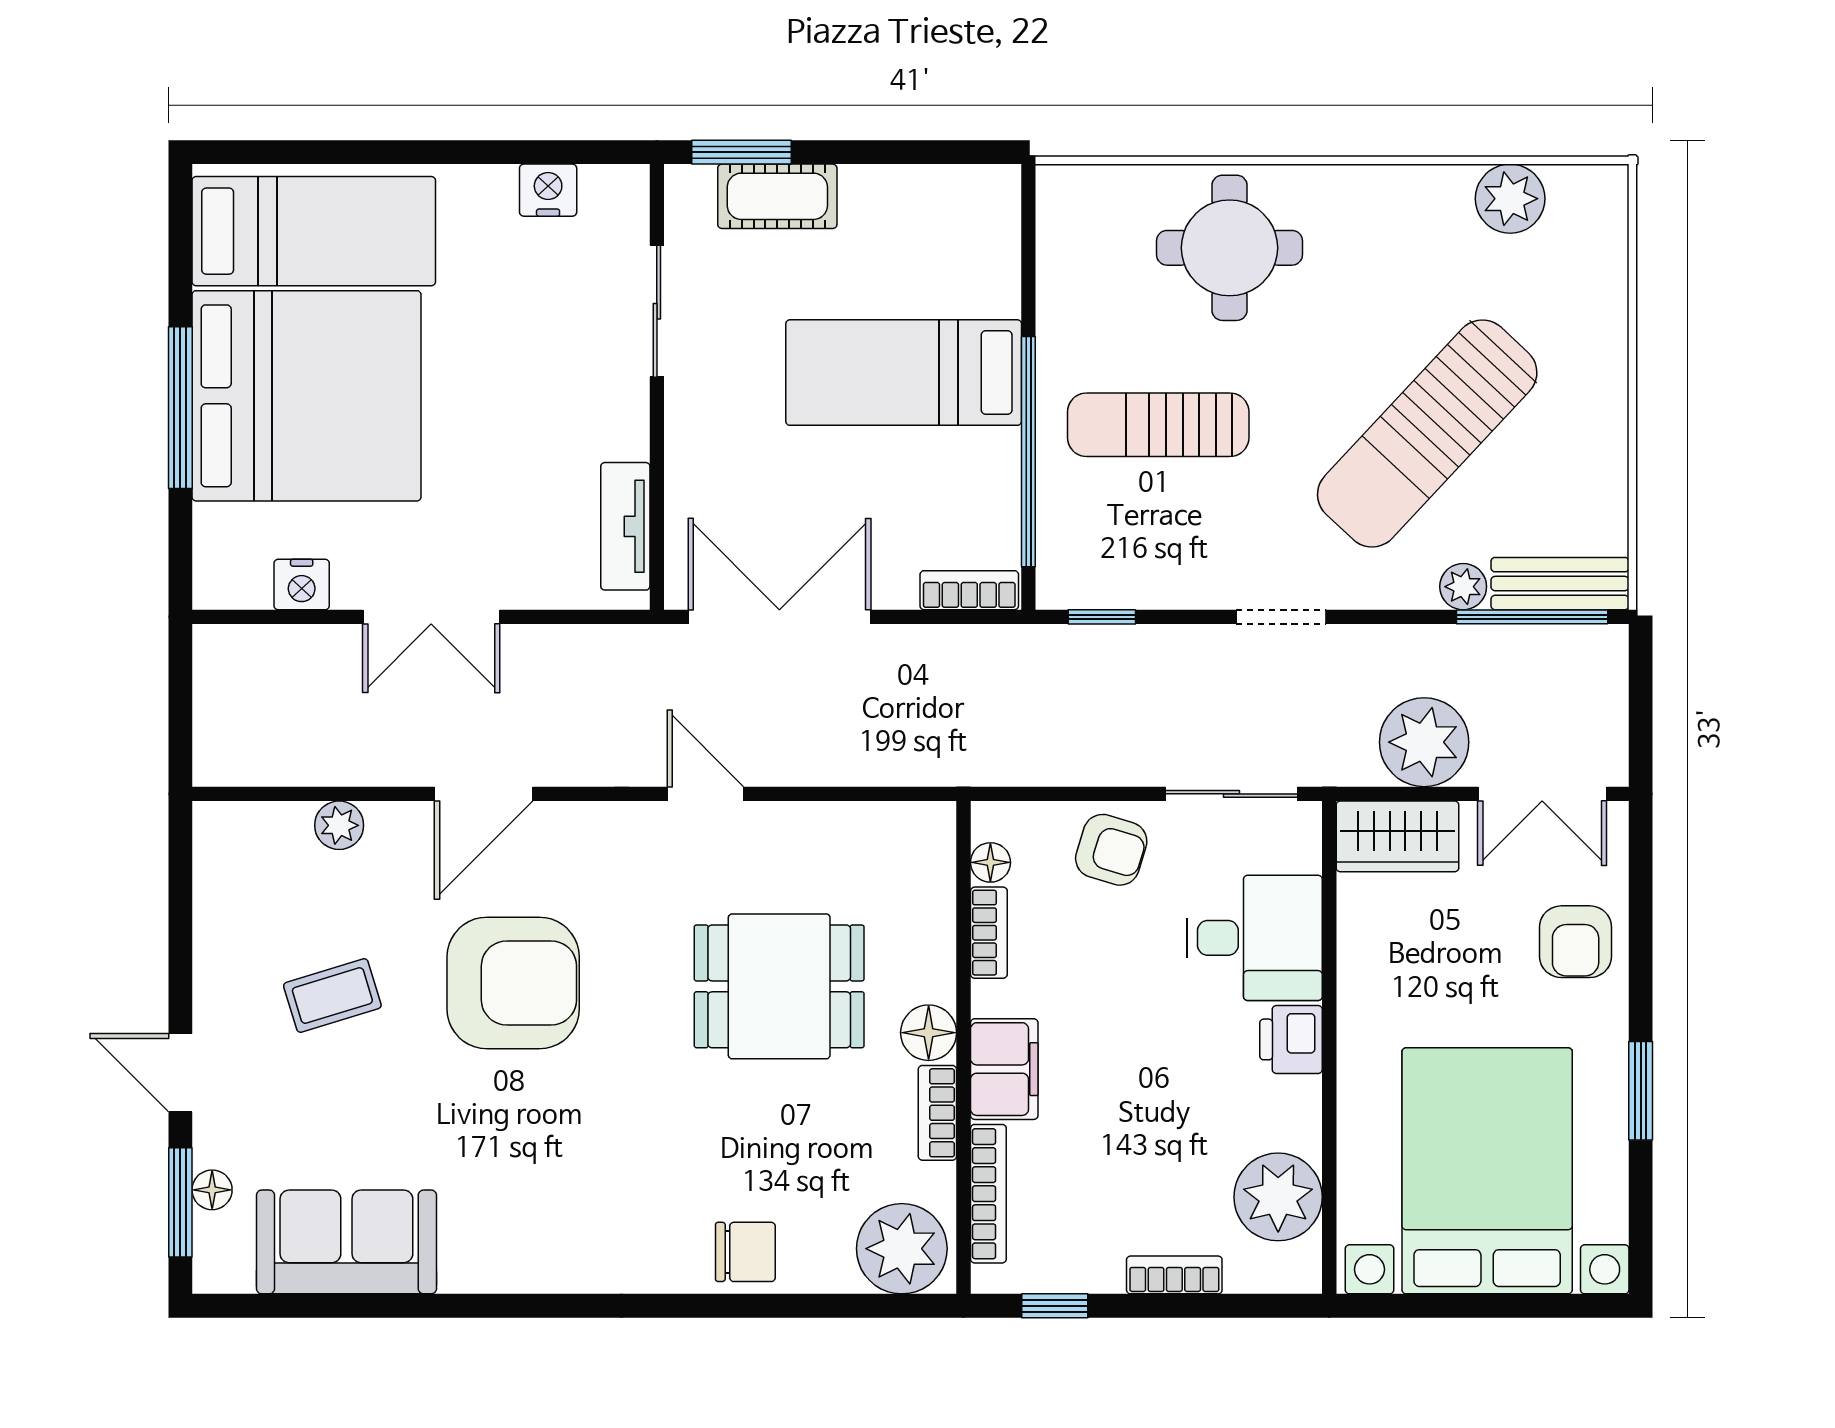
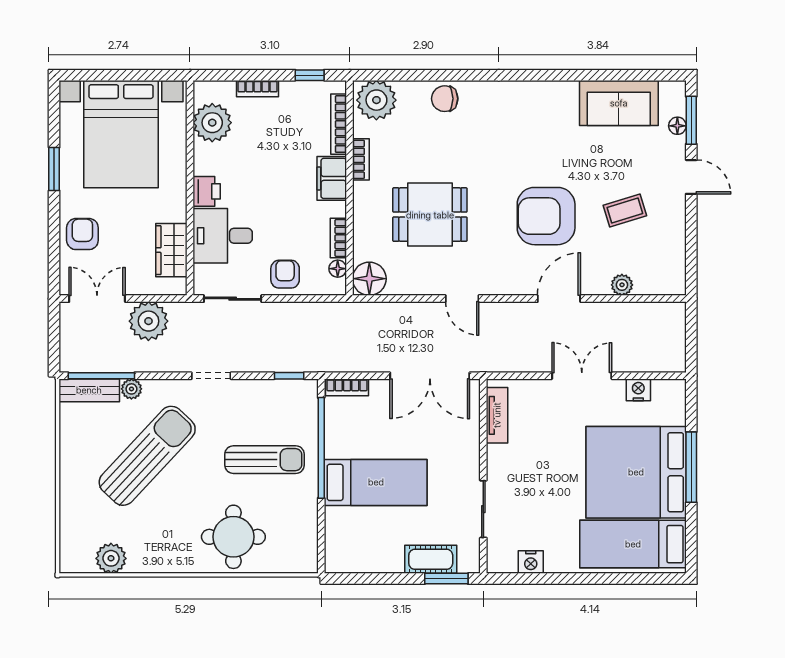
wardrobe: (1397, 836) -> (171, 250), moved, turned -90
armchair: (1111, 850) -> (285, 274), turned 73
floor lamp: (929, 1033) -> (369, 279), moved, width x1.38, depth x1.38

